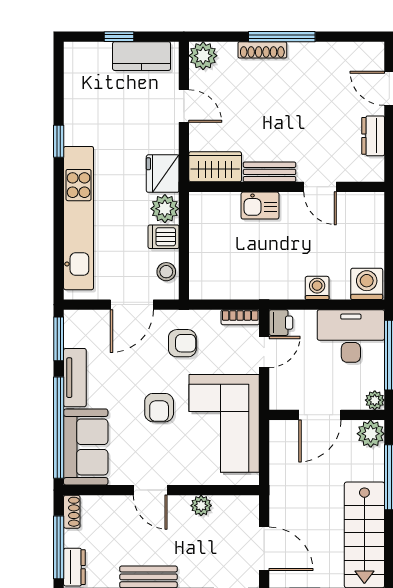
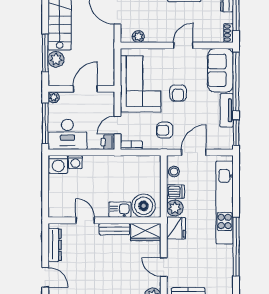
dresser: (373, 136) -> (55, 245), width x1.44
window: (59, 141) -> (236, 247), width x3.17
boiler: (219, 212) -> (144, 206), added
washing machine: (317, 288) -> (75, 162), moved
armchair: (159, 408) -> (178, 93), turned 180
plant: (371, 434) -> (56, 59), moved
door: (150, 490) -> (183, 45), hinge flipped
plant: (201, 506) -> (138, 37), moved

